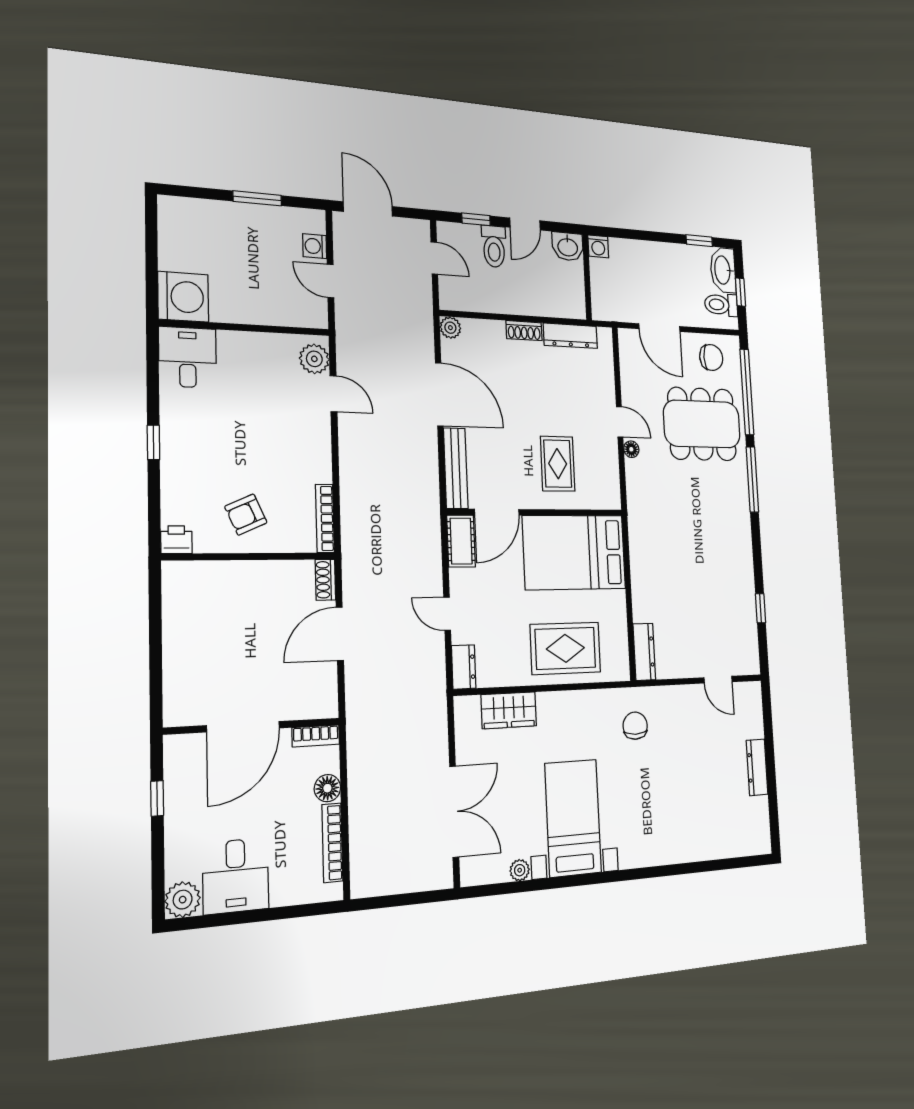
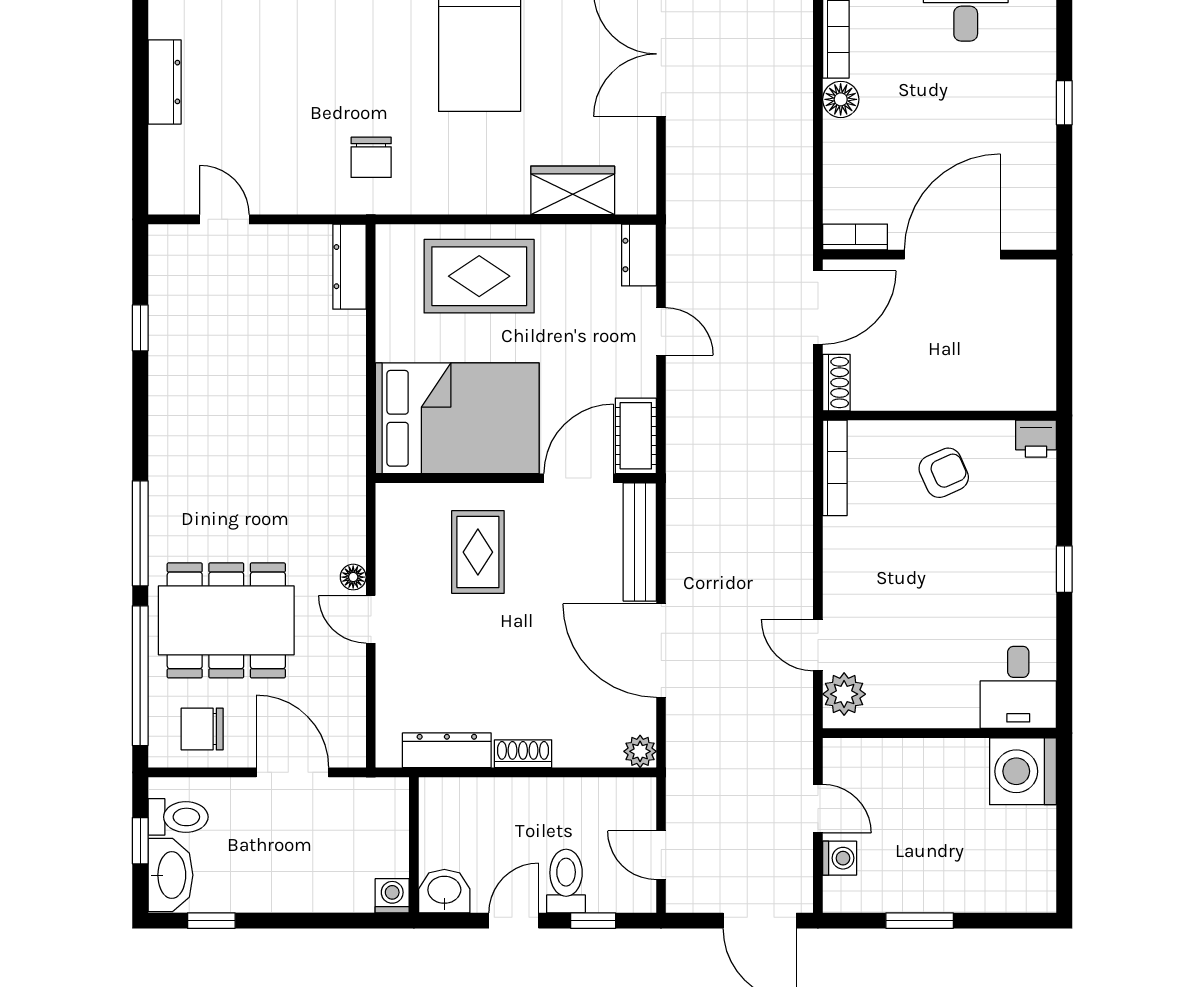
wall: (253, 726) -> (939, 255), moved
door: (243, 727) -> (952, 255), moved
bookcase: (316, 736) -> (855, 237), moved

